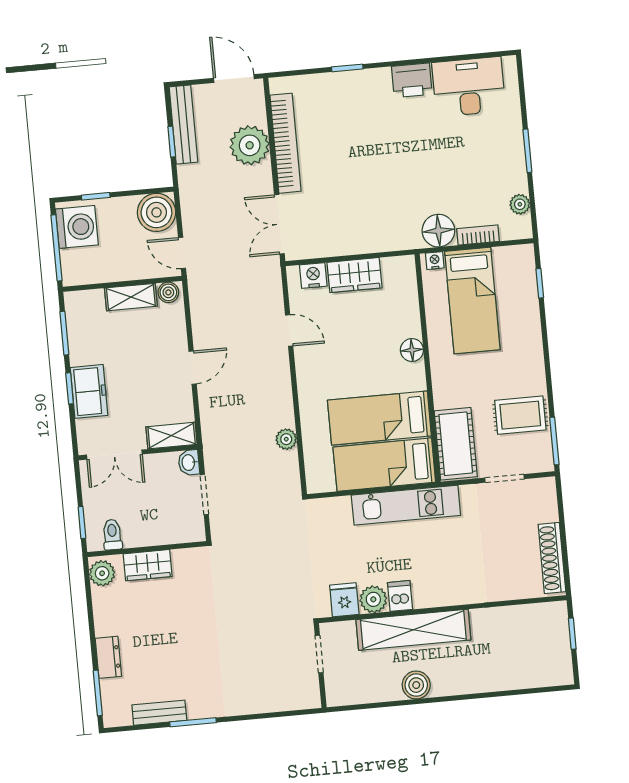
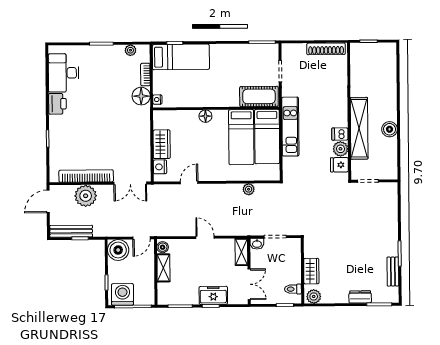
bed: (472, 301) -> (181, 57), moved
rug: (520, 415) -> (246, 60), removed

